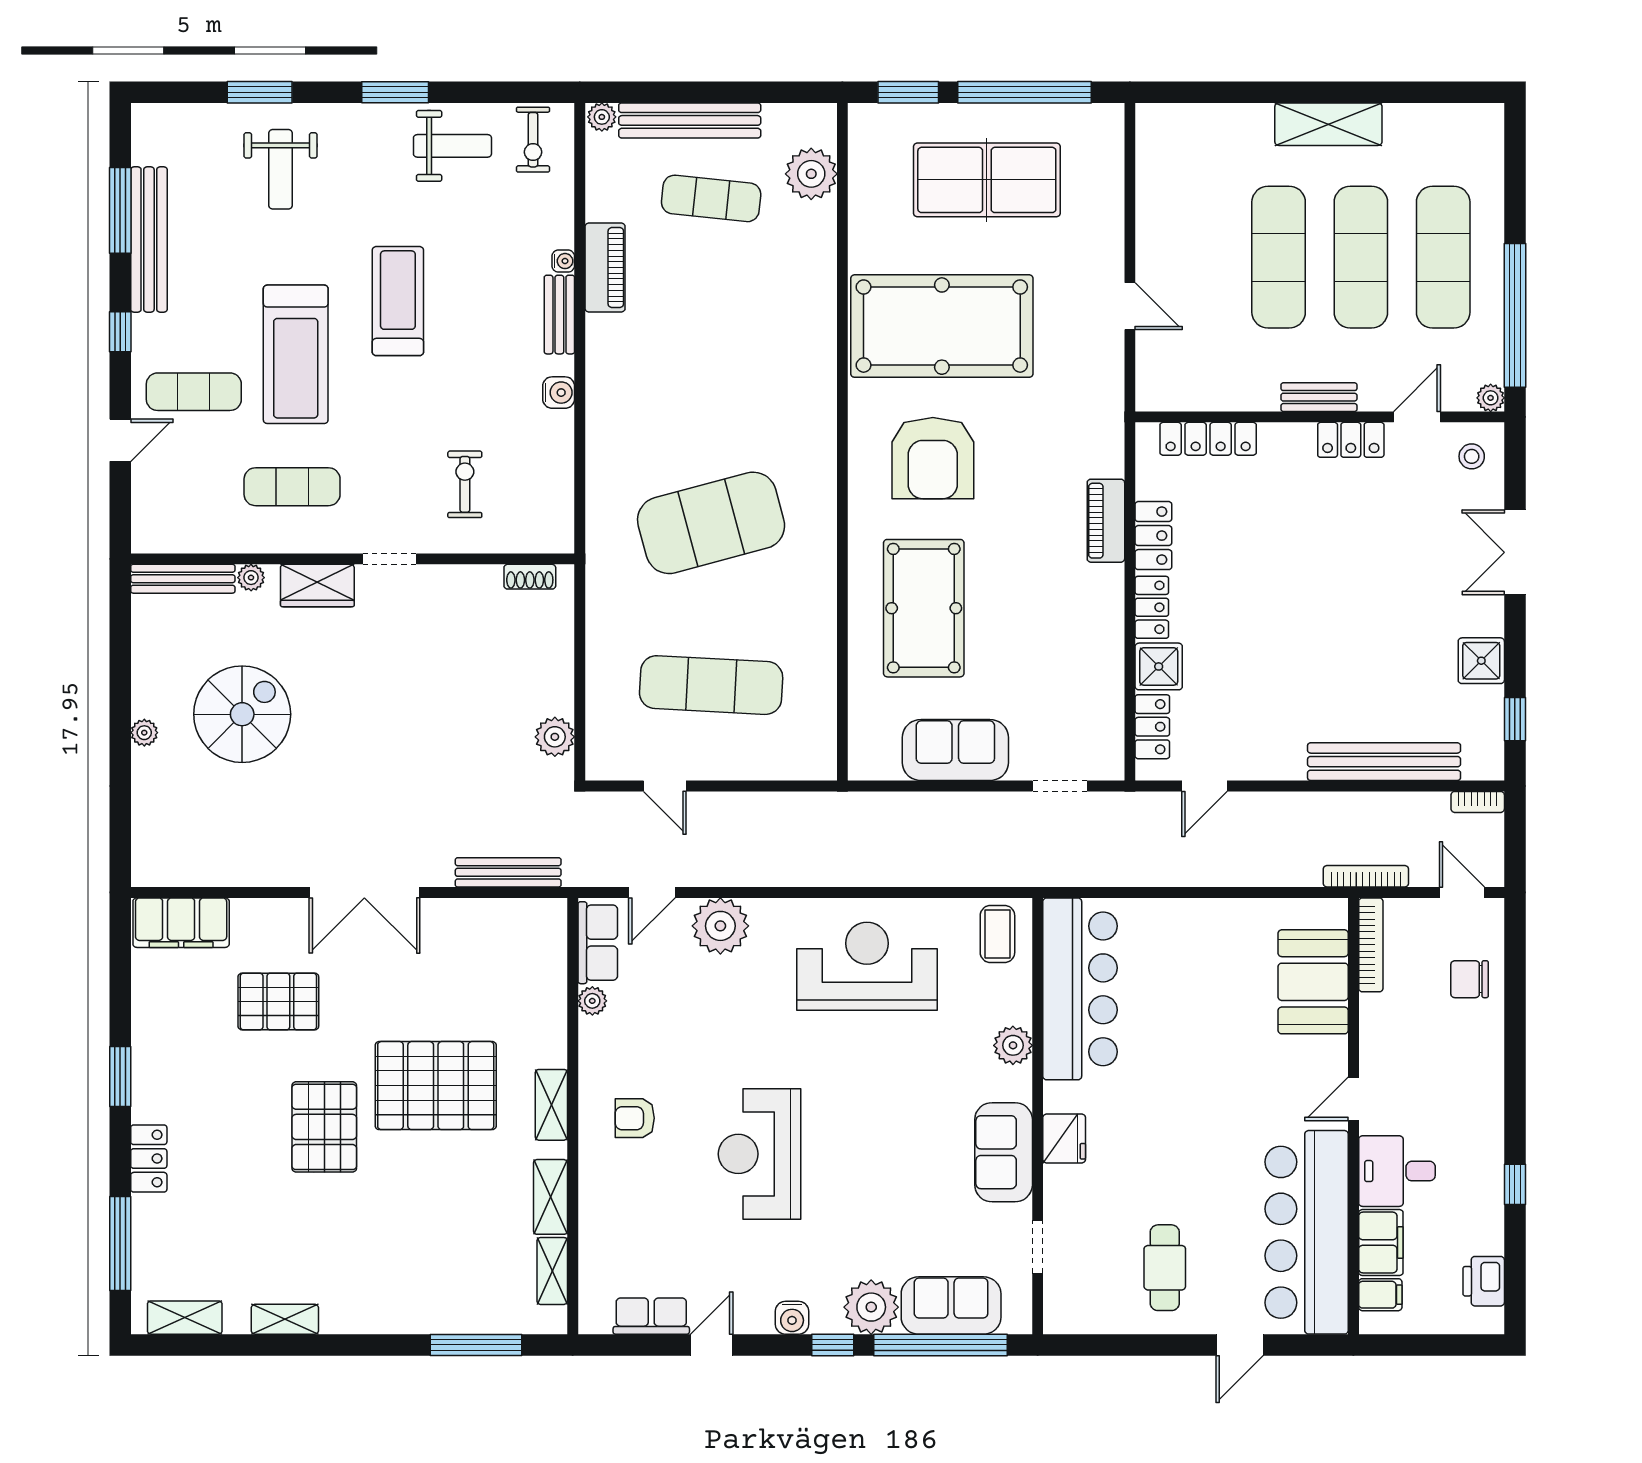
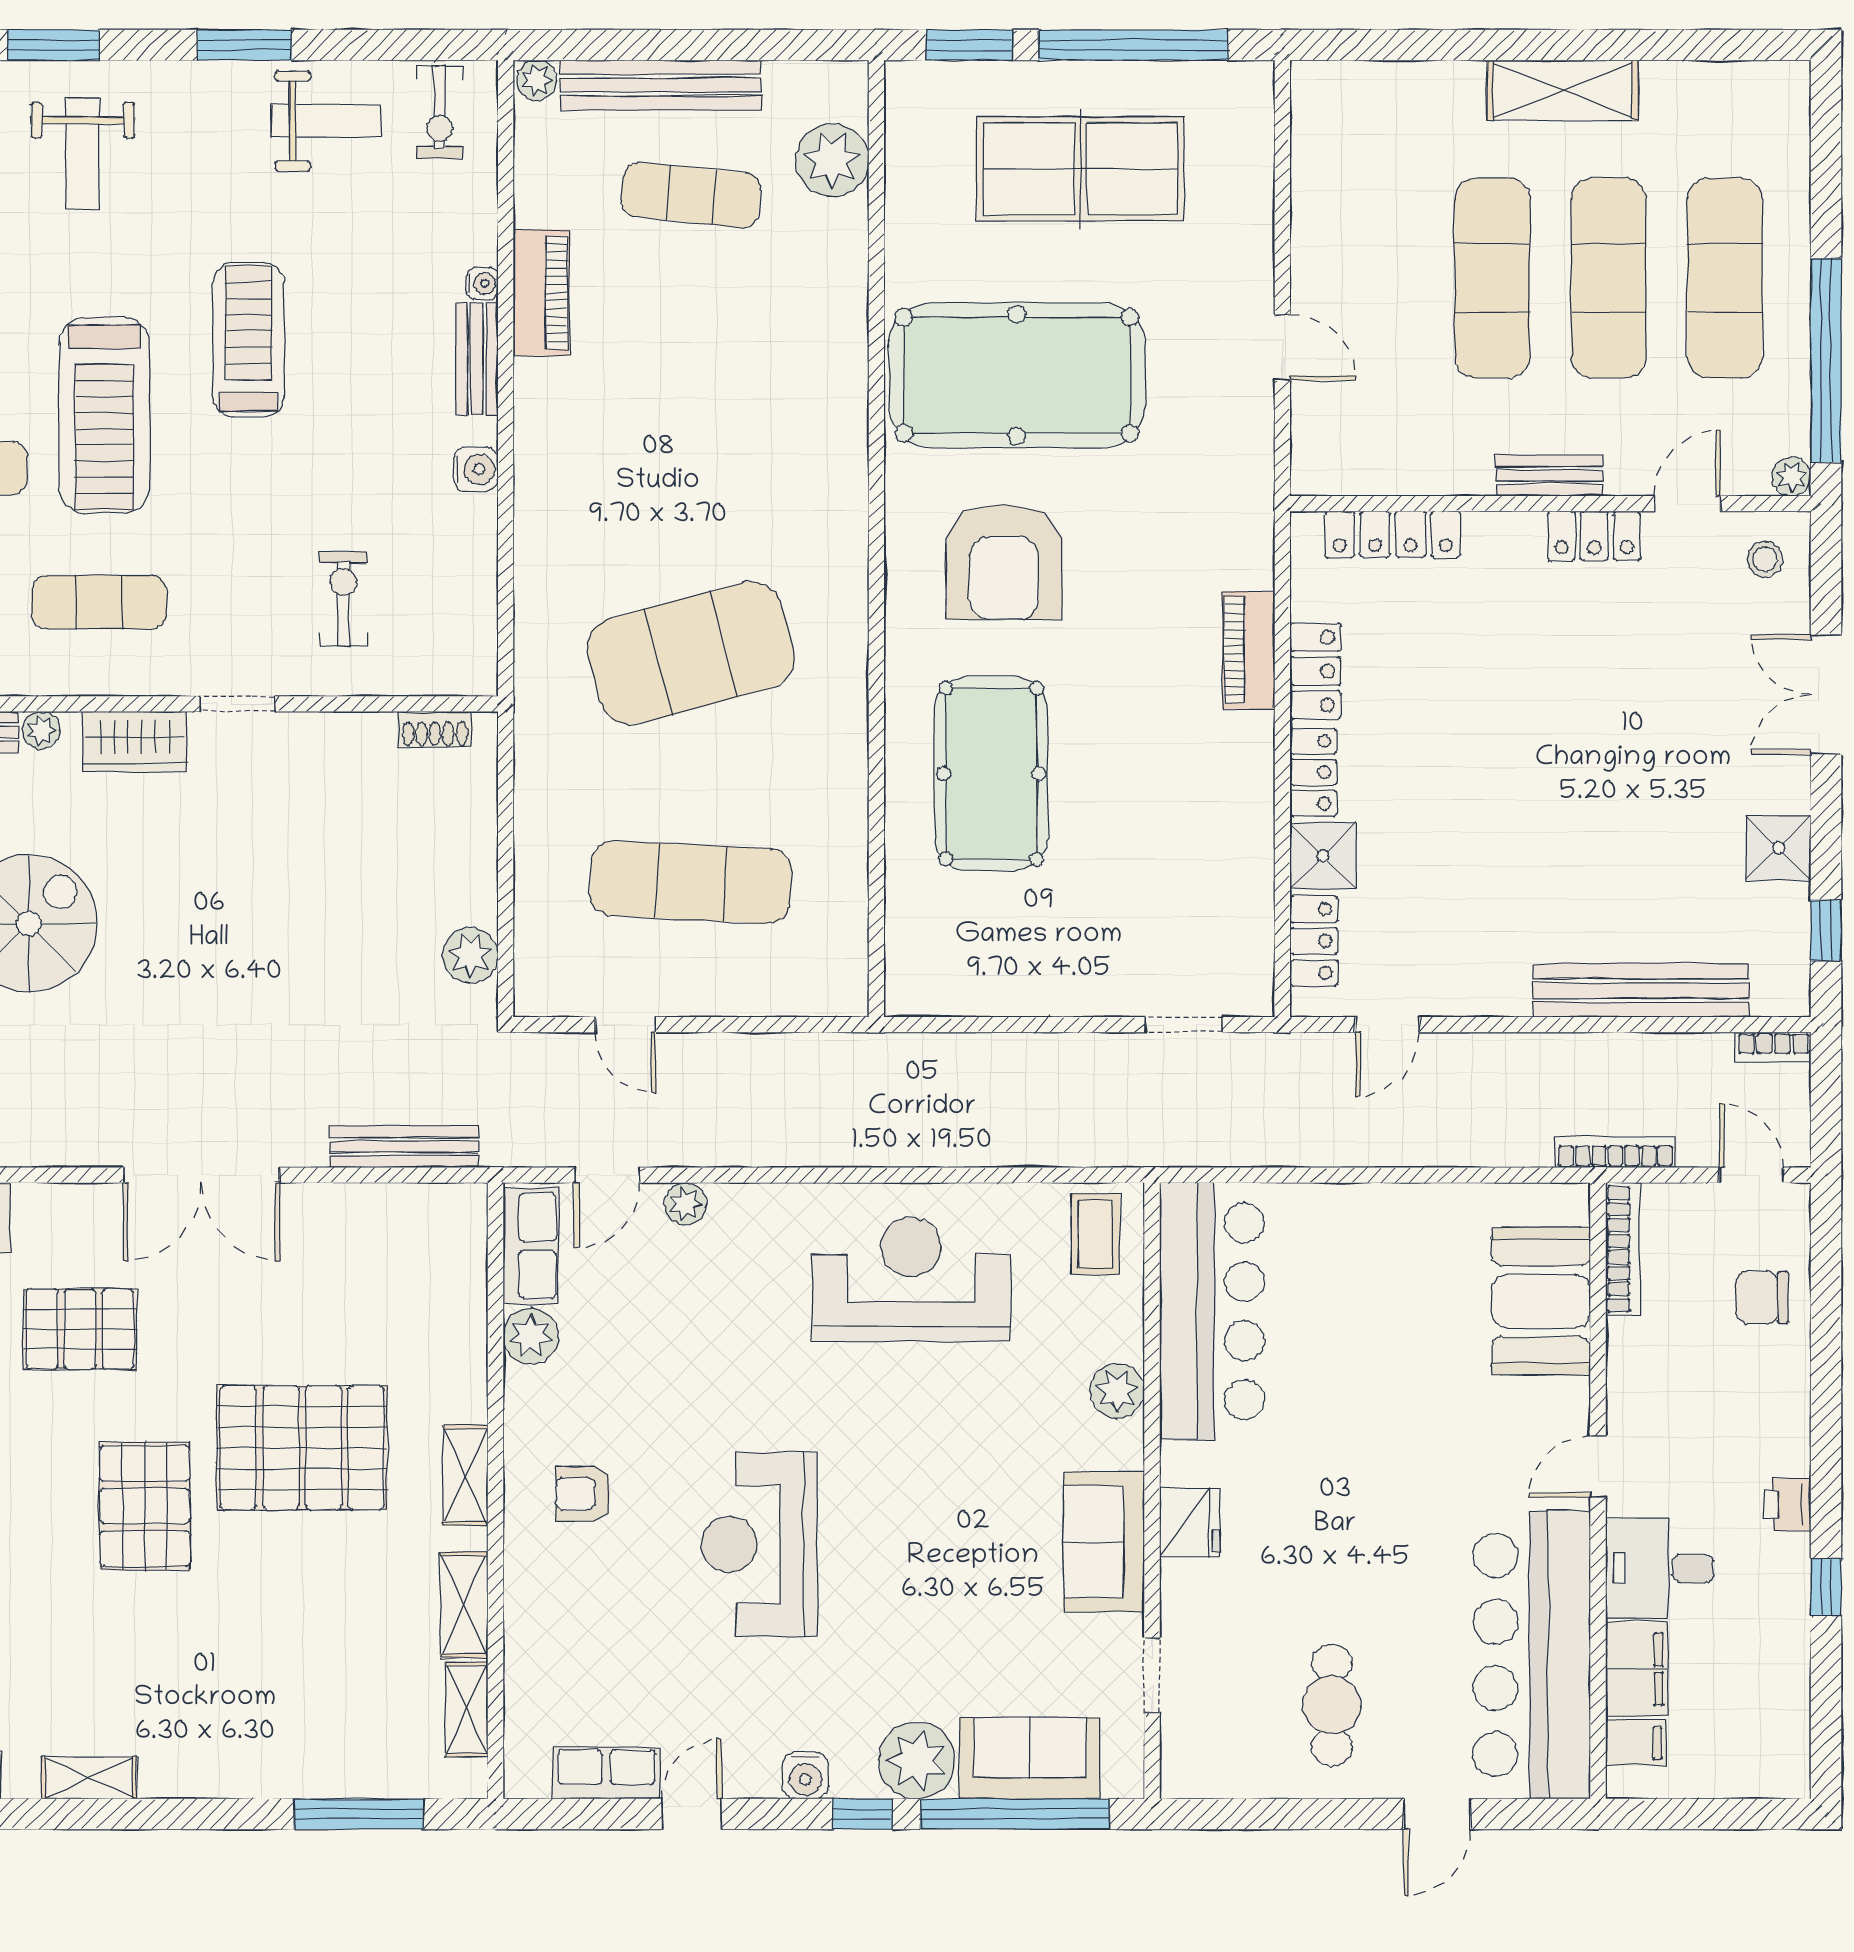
sofa: (955, 750) -> (1036, 974), removed
plant: (720, 926) -> (685, 1204), width x0.53, depth x0.53
plant: (592, 1001) -> (531, 1336), width x1.38, depth x1.38
printer: (1484, 1281) -> (1788, 1505), moved, width x0.73, depth x0.81

